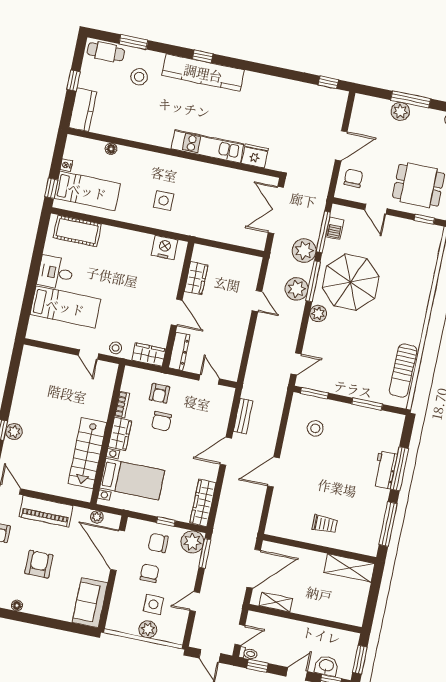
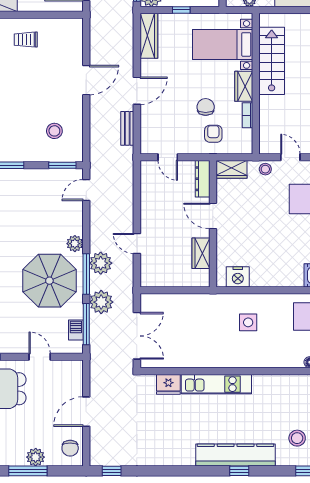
chair: (353, 178) -> (70, 448), moved

